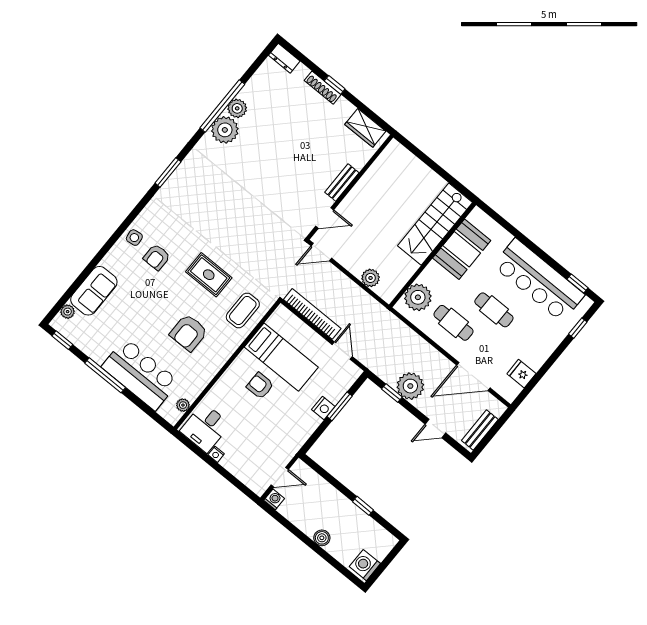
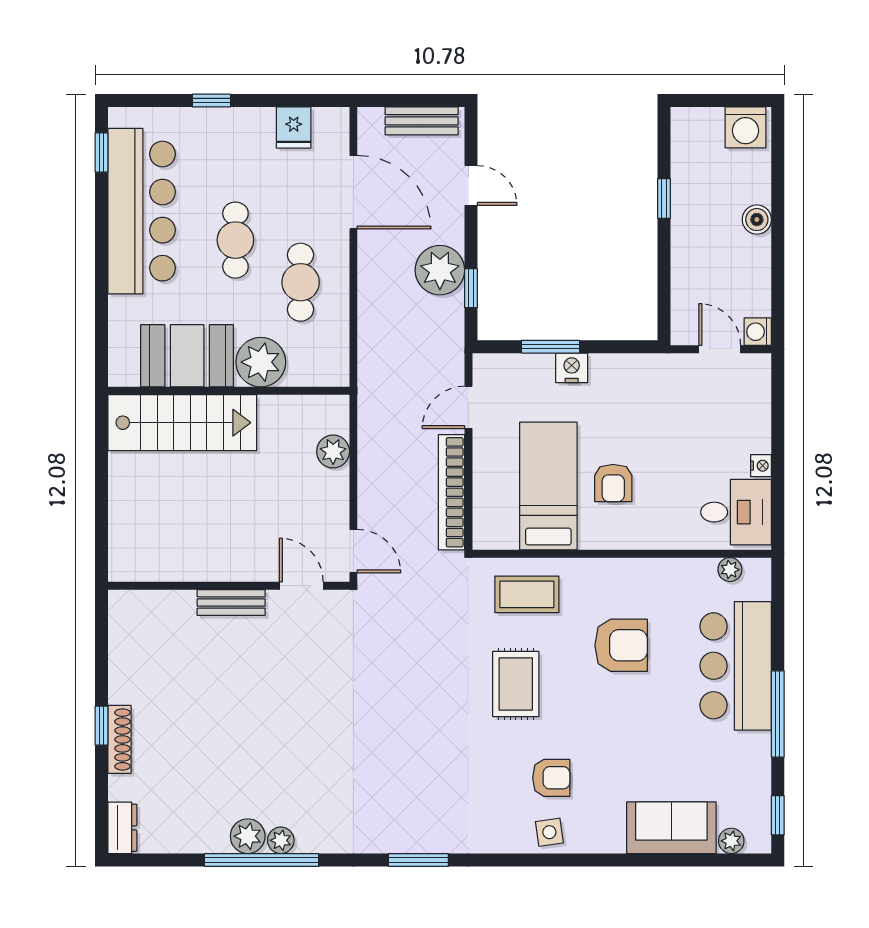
wardrobe: (365, 128) -> (127, 633), removed
plant: (225, 130) -> (281, 840), width x0.53, depth x0.53
plant: (418, 297) -> (261, 362), moved
window: (578, 328) -> (211, 101), moved

